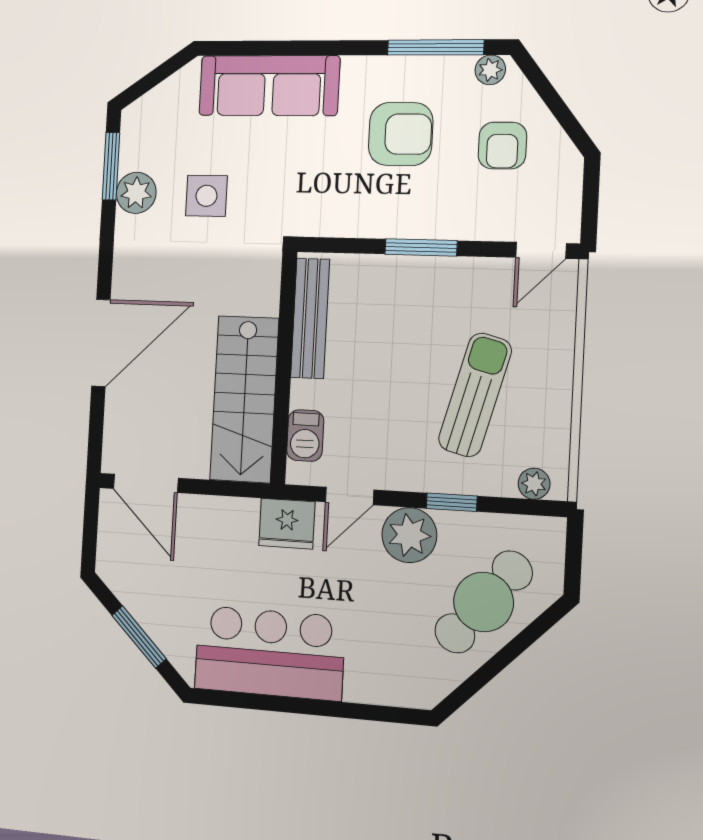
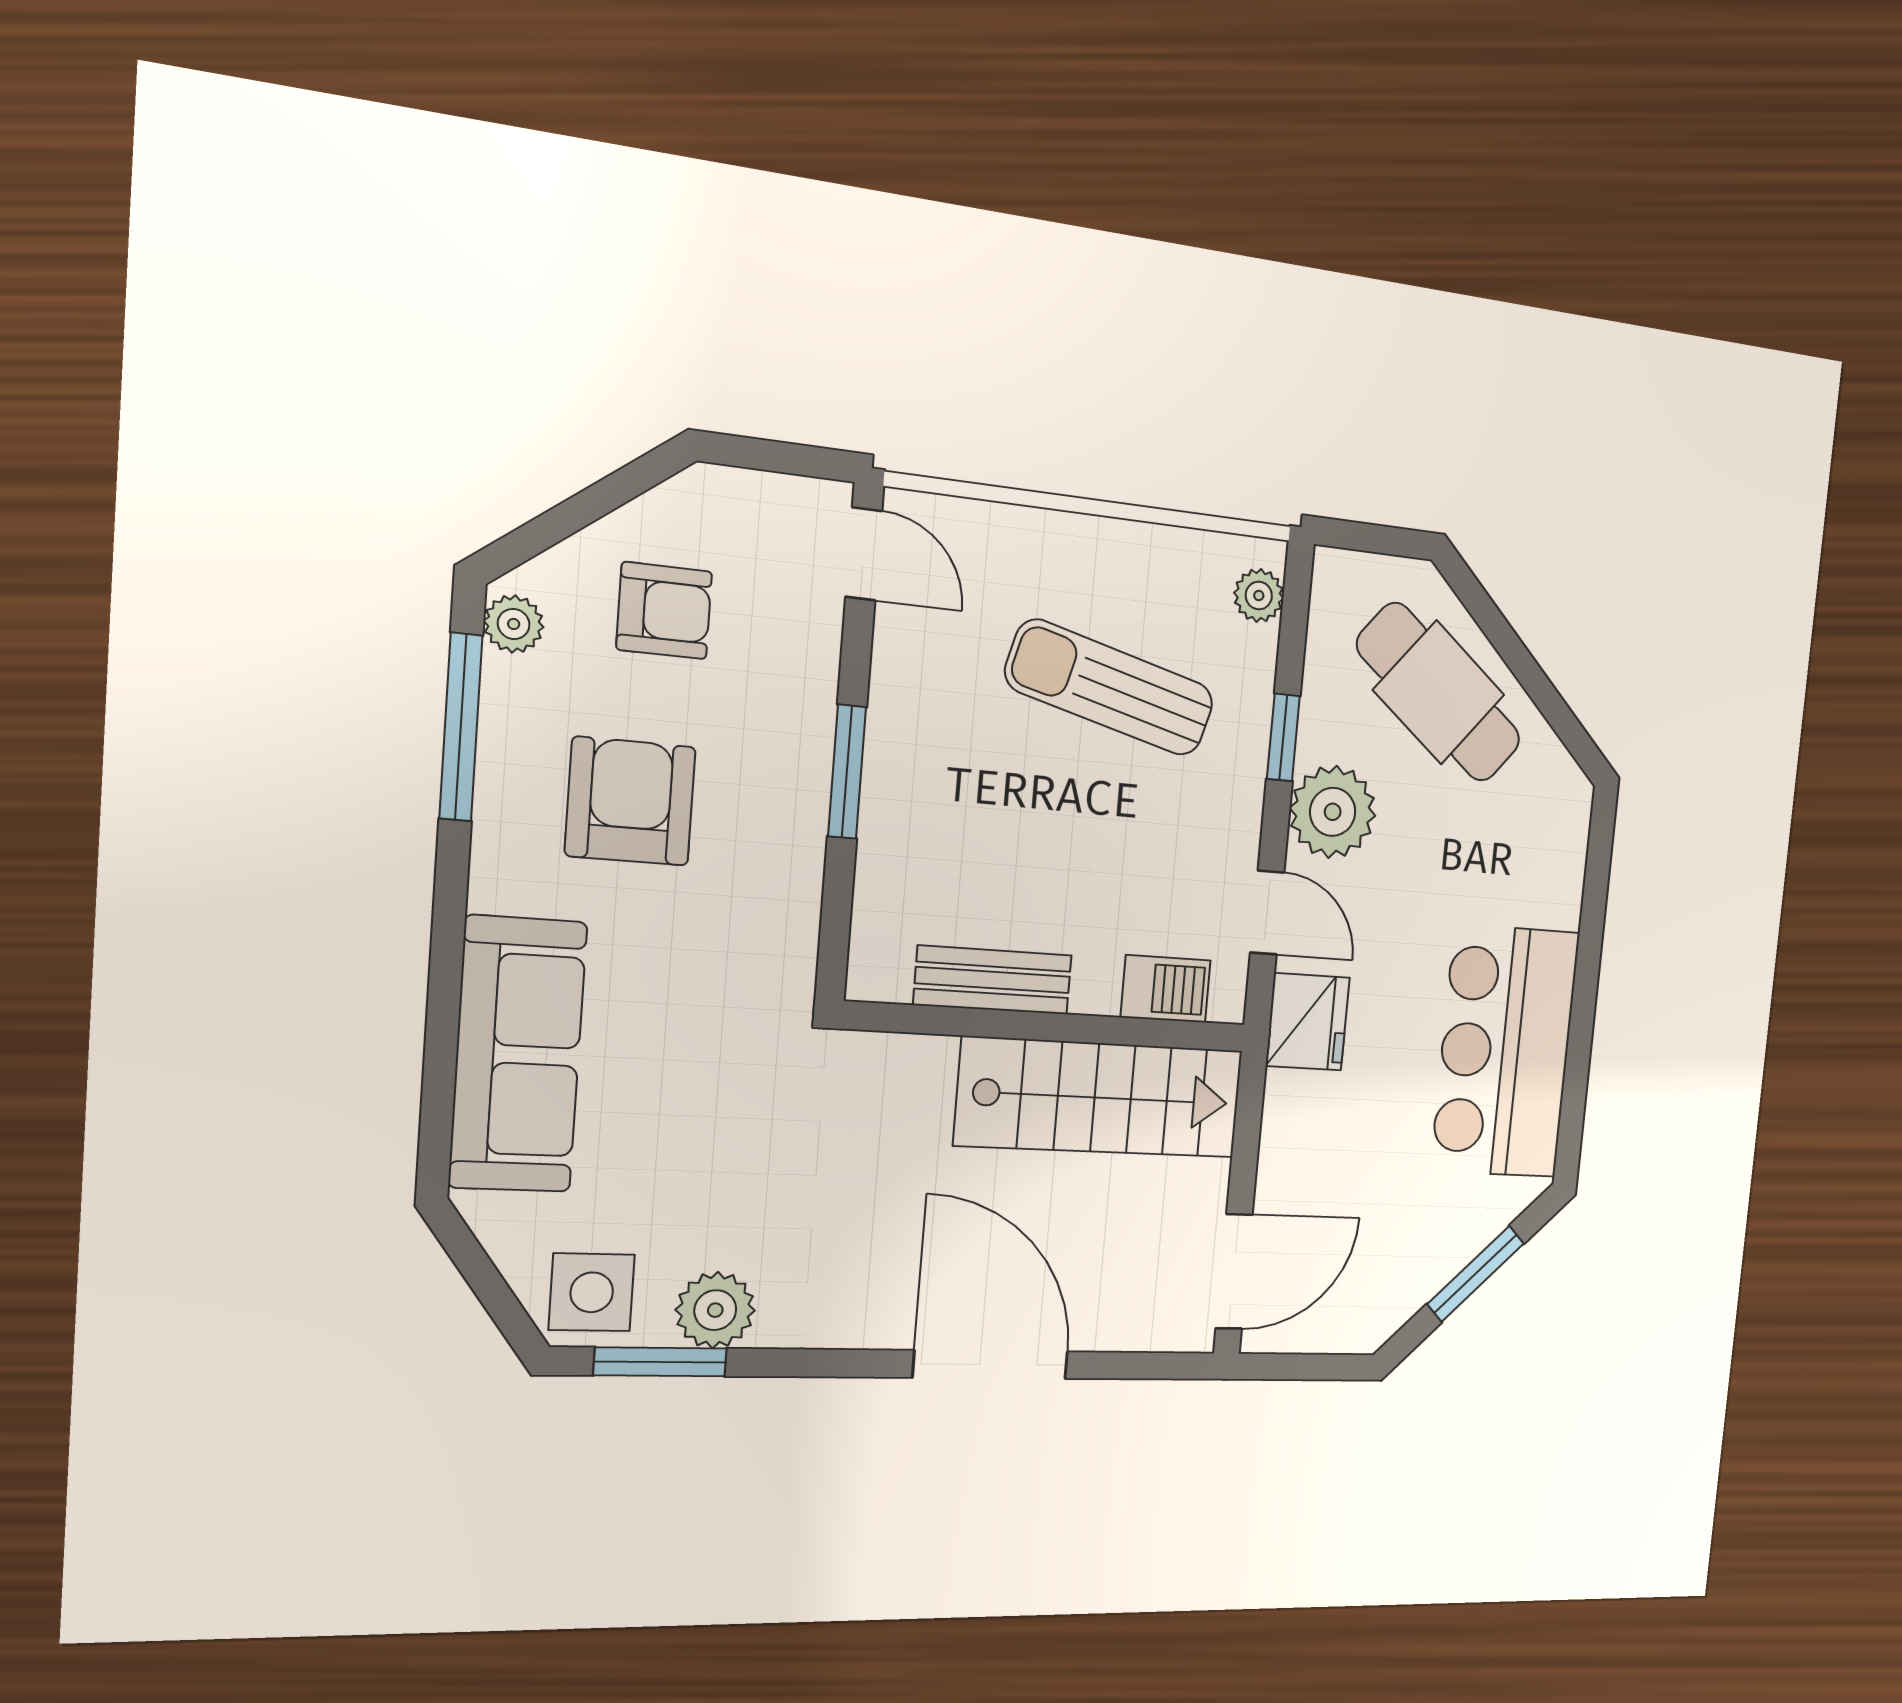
side table: (206, 196) -> (592, 1292), moved
bench: (310, 318) -> (993, 980), width x0.73

